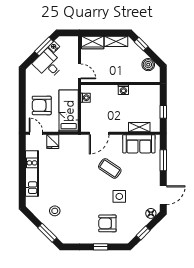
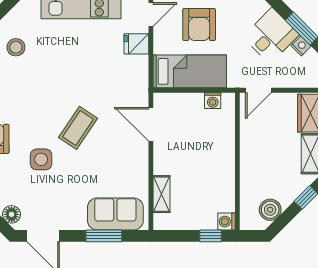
washing machine: (123, 90) -> (226, 221), moved
armchair: (42, 105) -> (199, 25), turned 180
window: (163, 112) -> (211, 236), moved
sofa: (139, 144) -> (115, 214), moved, turned 90
coffee table: (110, 168) -> (78, 128), moved

